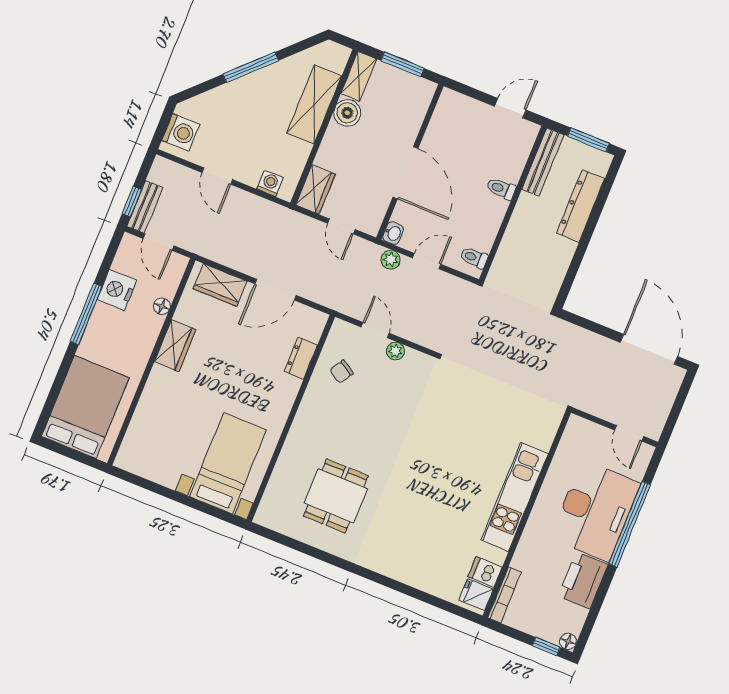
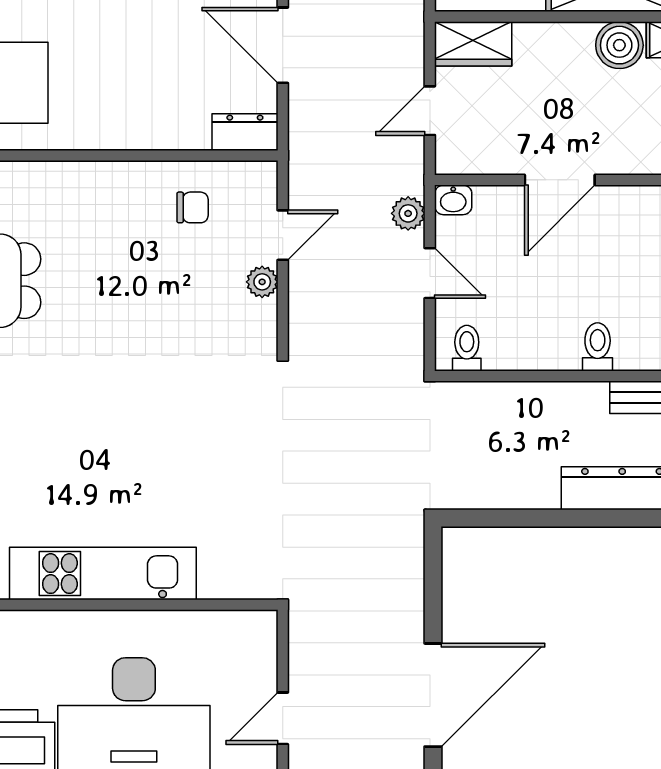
door: (405, 173) -> (560, 180), width x0.73
dresser: (301, 358) -> (245, 132), moved
chair: (341, 372) -> (193, 207), turned 148

